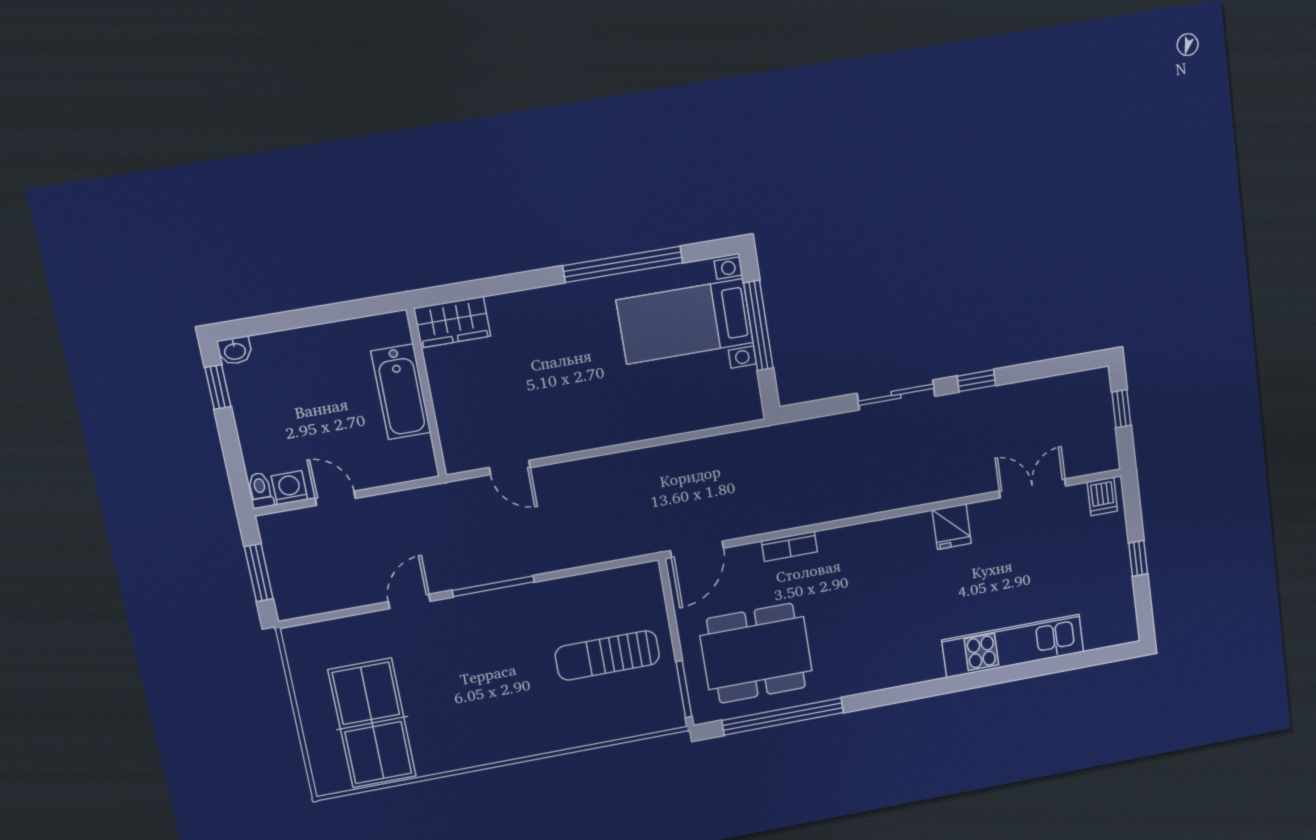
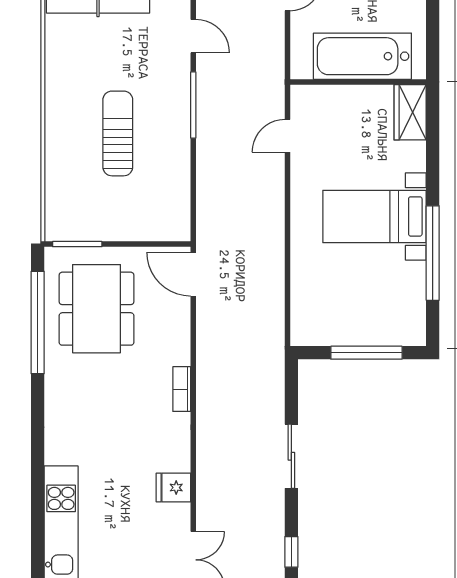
bed with nightstands: (685, 321) -> (374, 216), moved, turned -90
window: (976, 381) -> (291, 552), moved
bathtub: (401, 392) -> (362, 56), width x1.36, depth x1.36
bookcase: (789, 546) -> (182, 389), moved
sun lounger: (607, 655) -> (118, 133), moved

